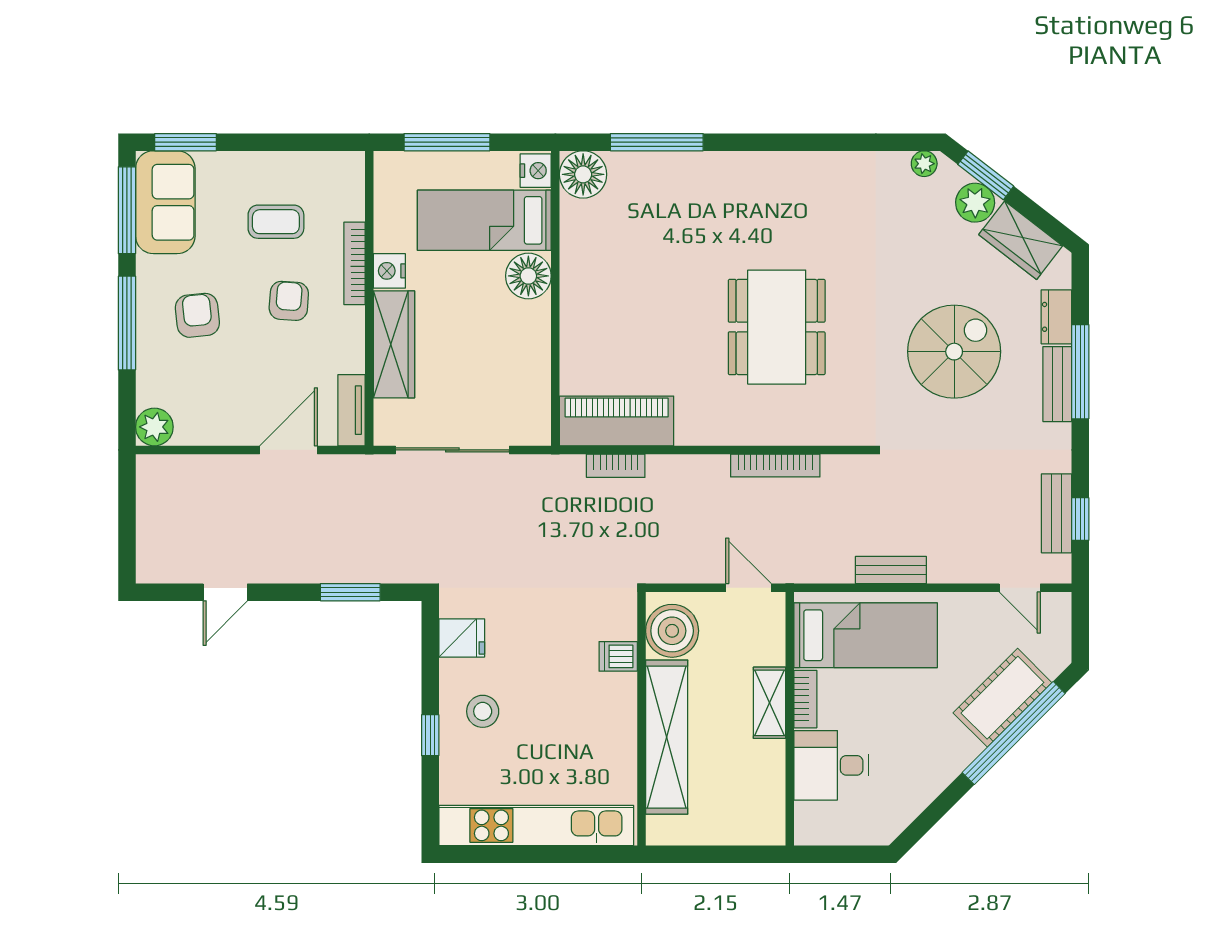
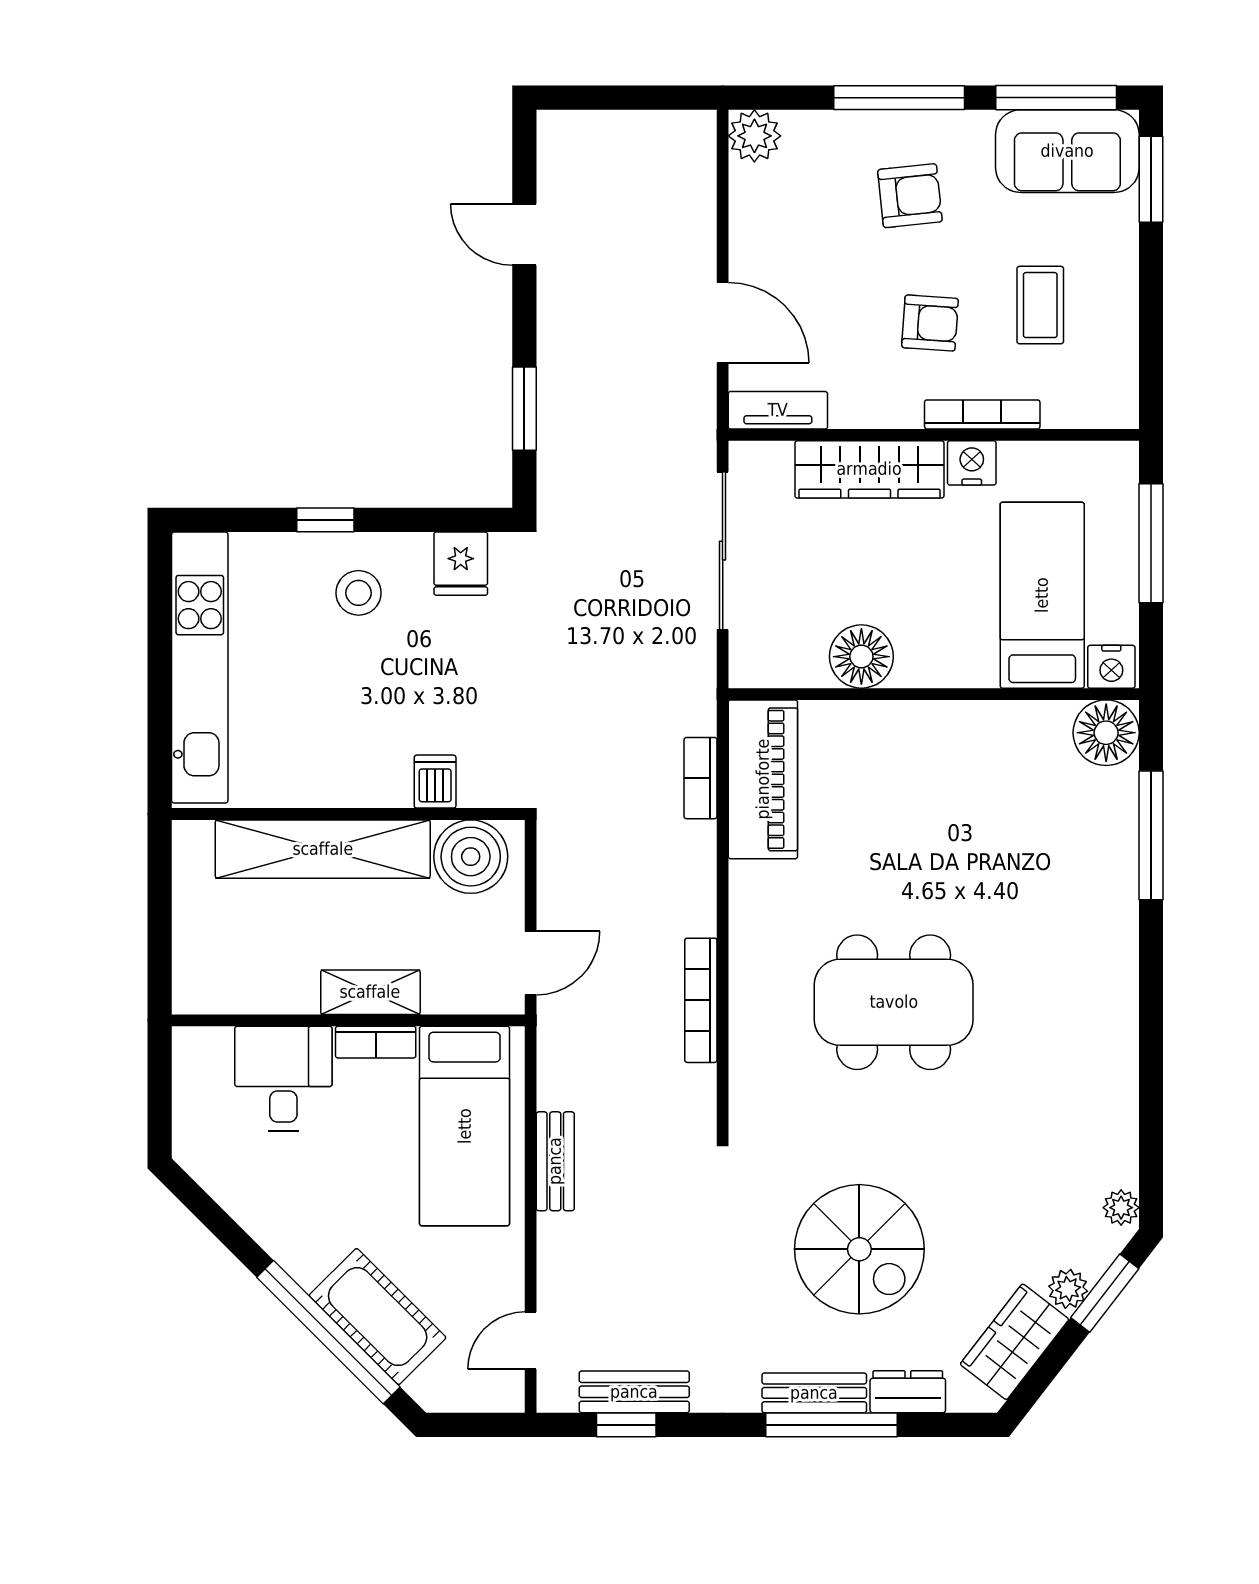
plant: (975, 203) -> (1068, 1289), width x0.73, depth x0.73
floor lamp: (528, 276) -> (861, 657), moved

